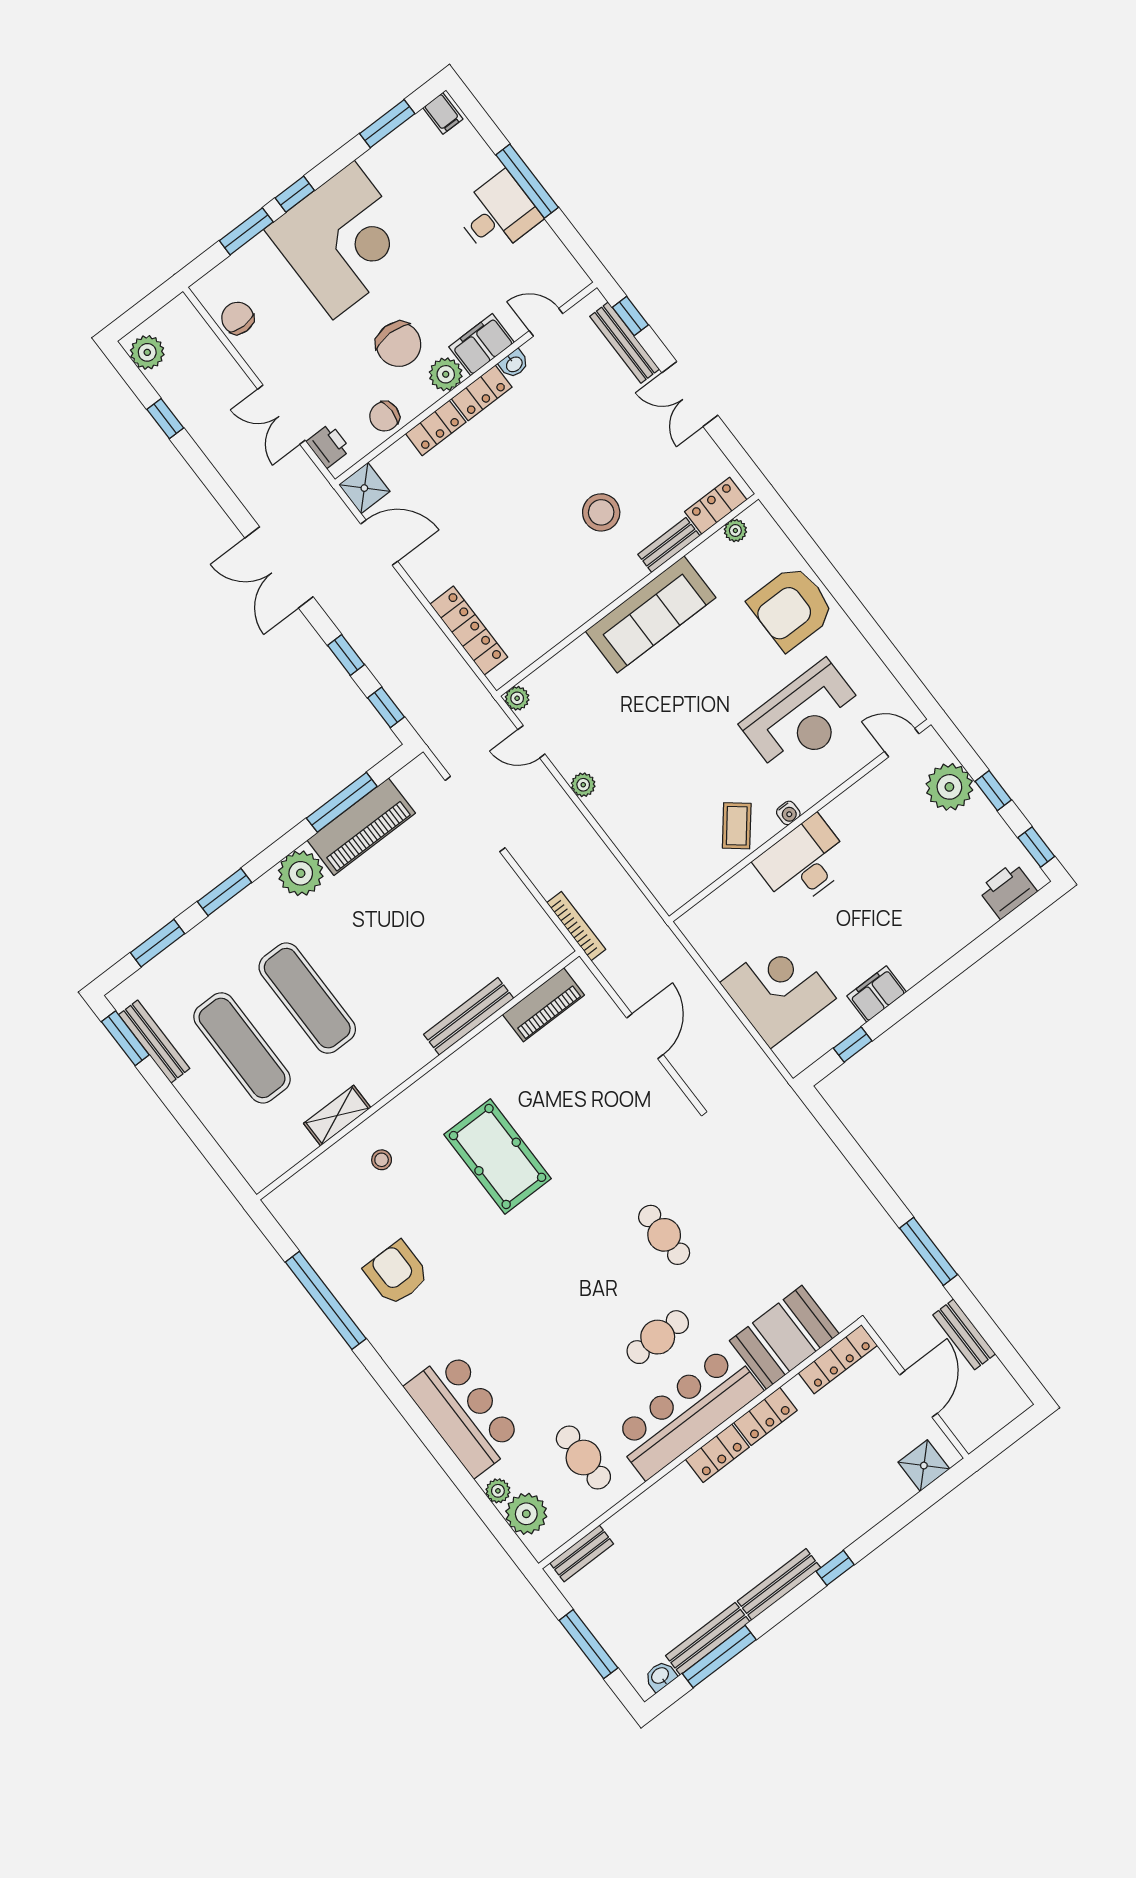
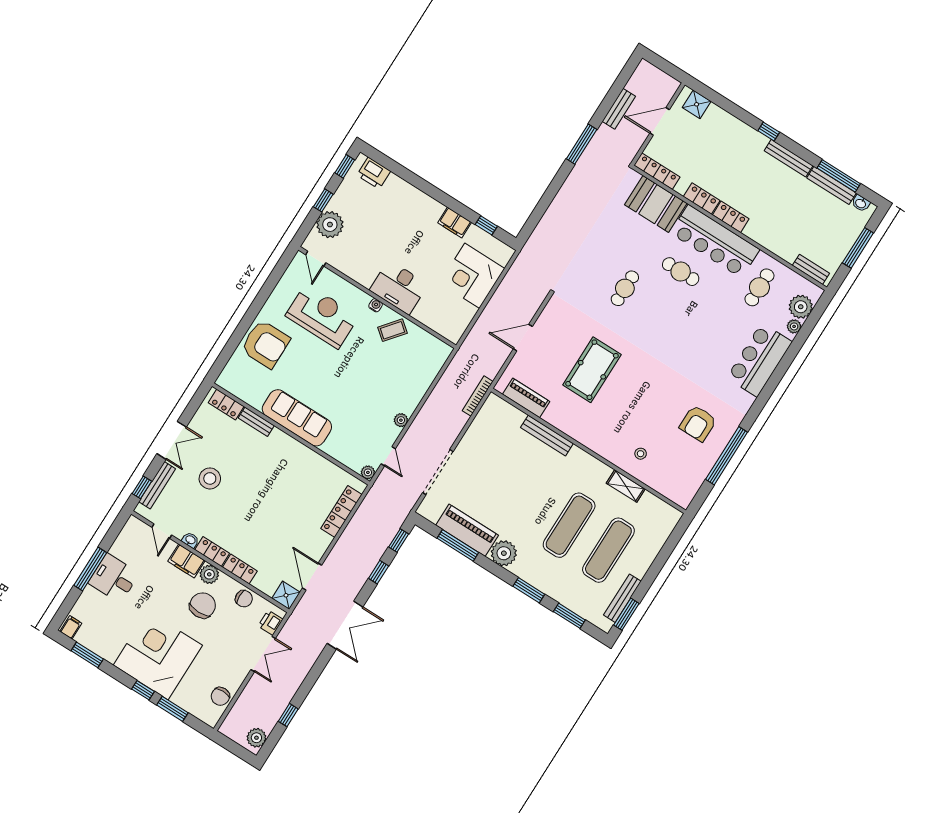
stool: (601, 512) -> (210, 478), moved
plant: (735, 531) -> (235, 389), removed
pool table: (498, 1156) -> (592, 370), moved

